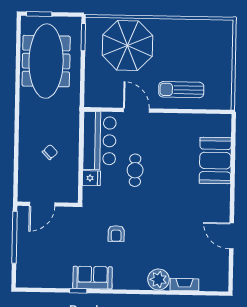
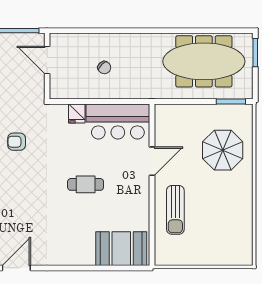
parasol: (127, 45) -> (223, 150), width x0.73, depth x0.73
sun lounger: (181, 90) -> (175, 210), turned 180
booth: (215, 161) -> (121, 249), moved
cafe table: (135, 170) -> (86, 184), moved

